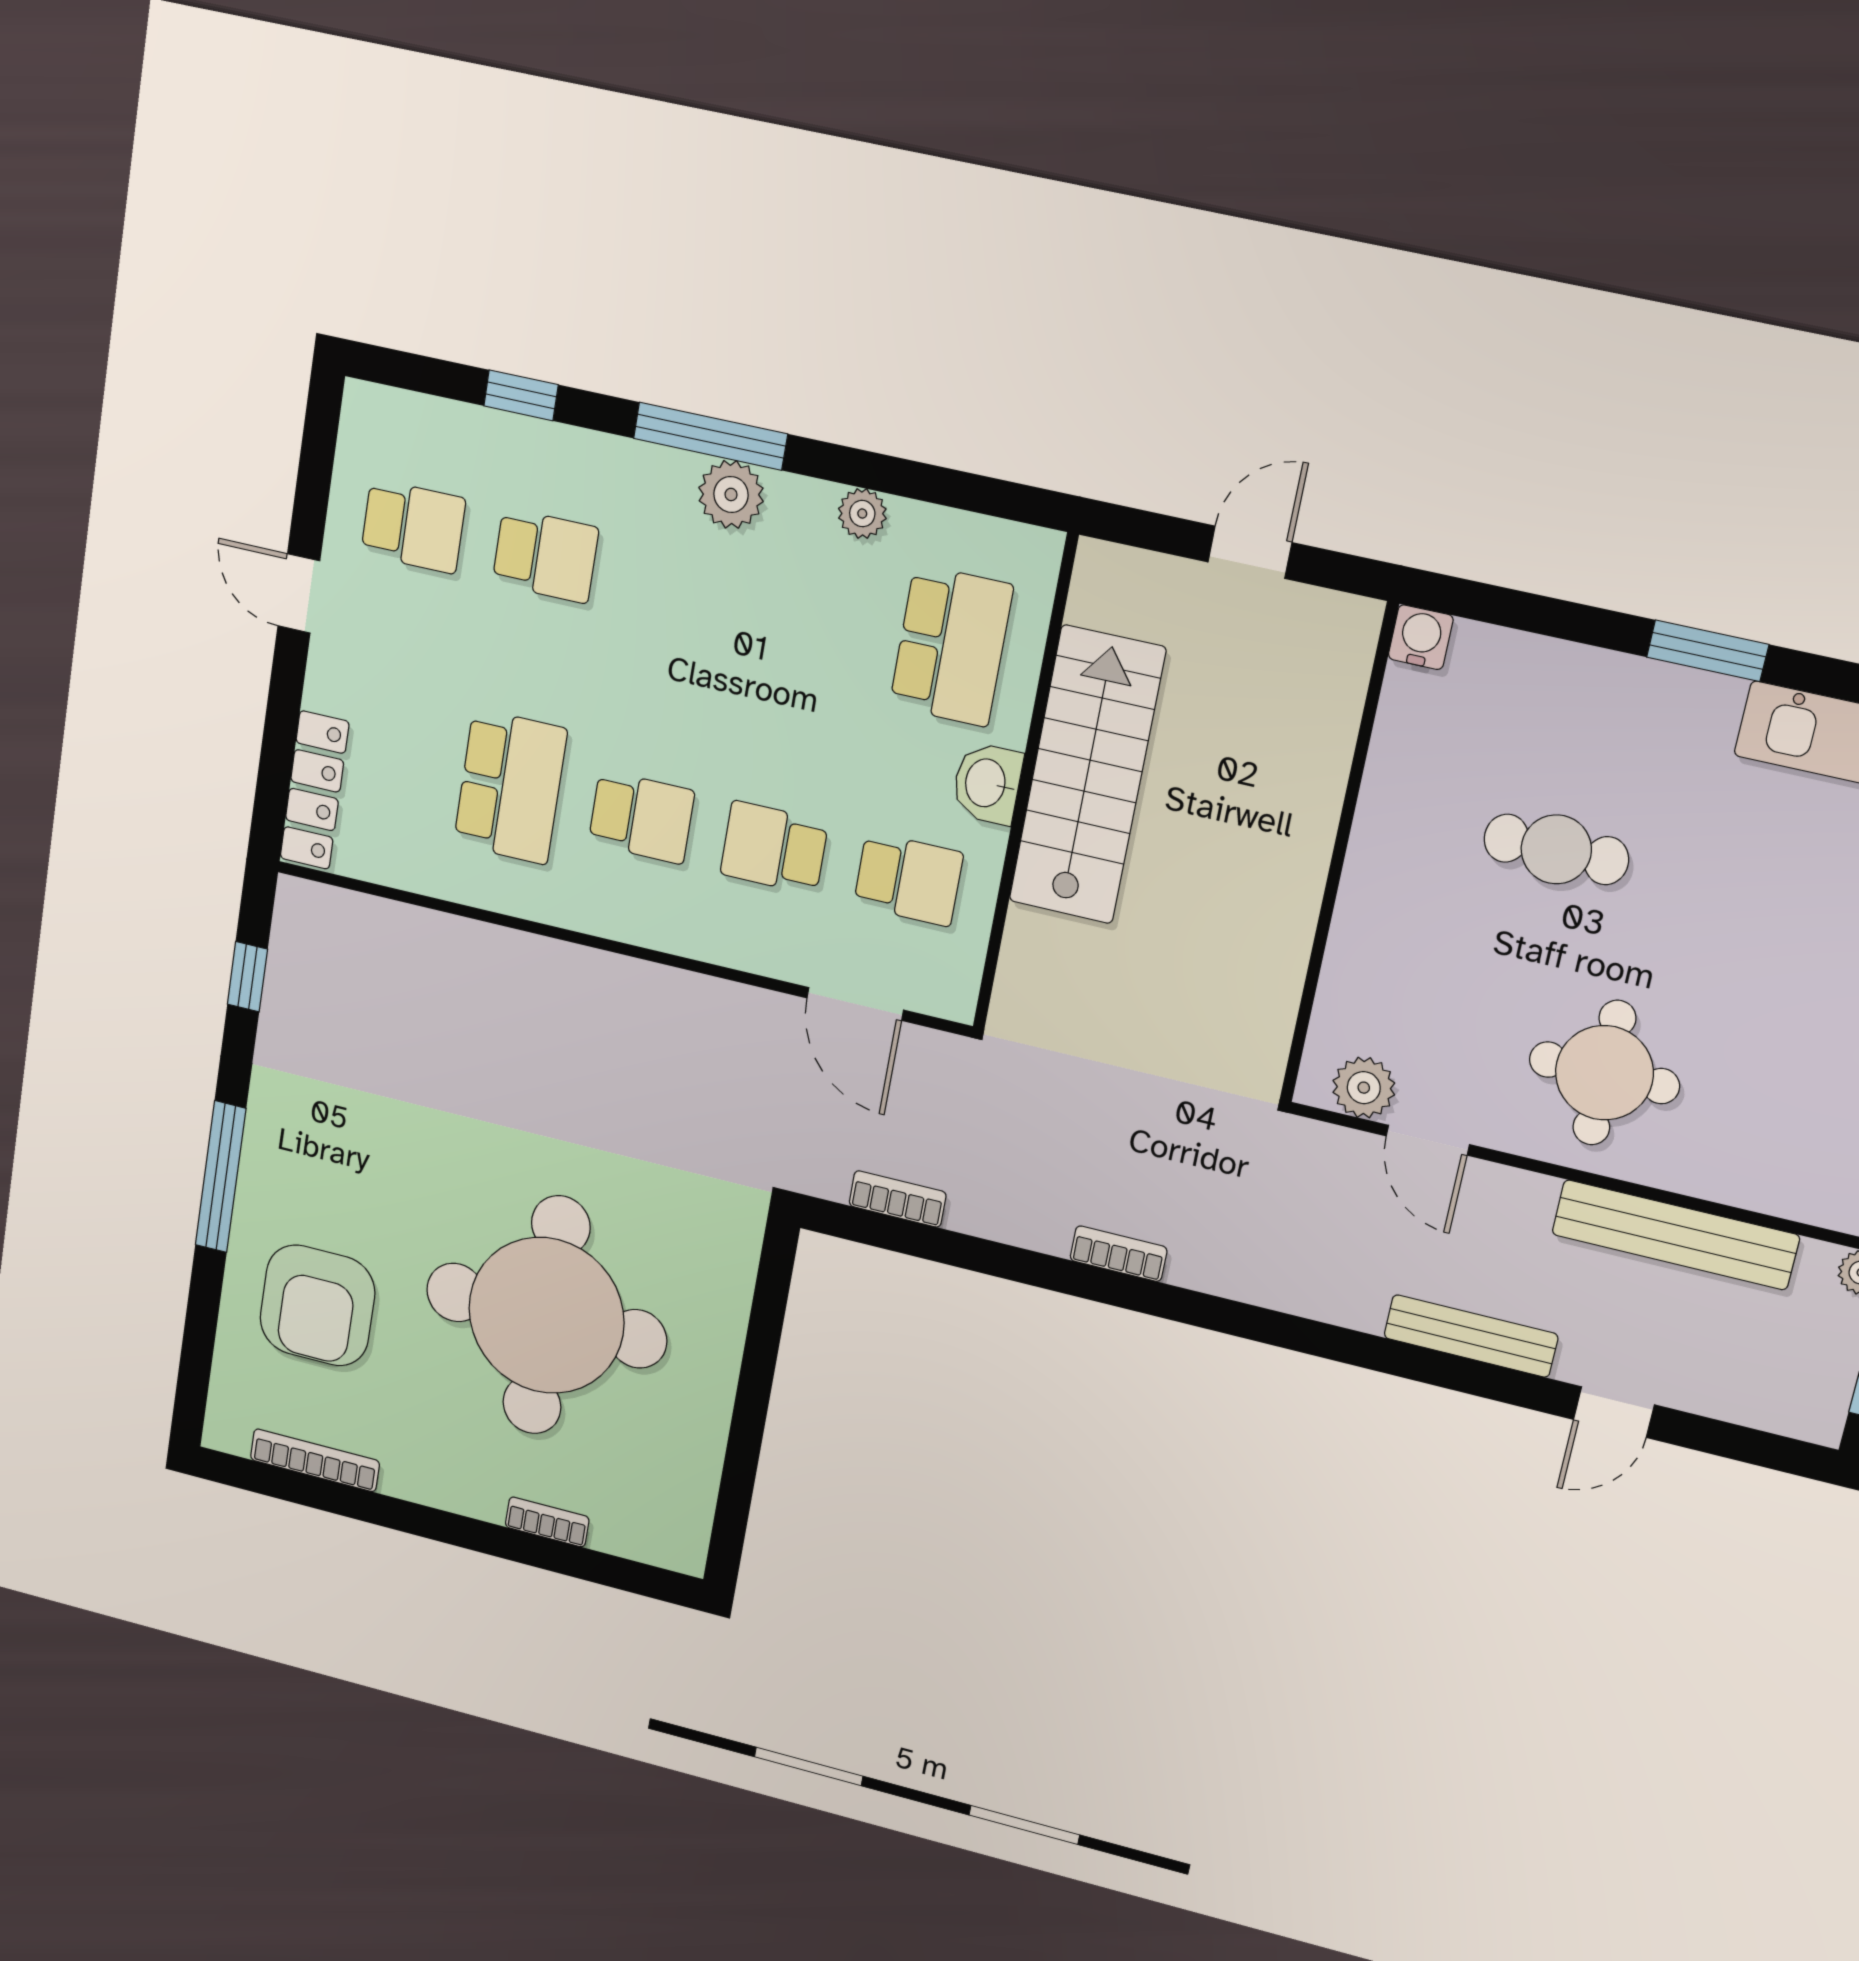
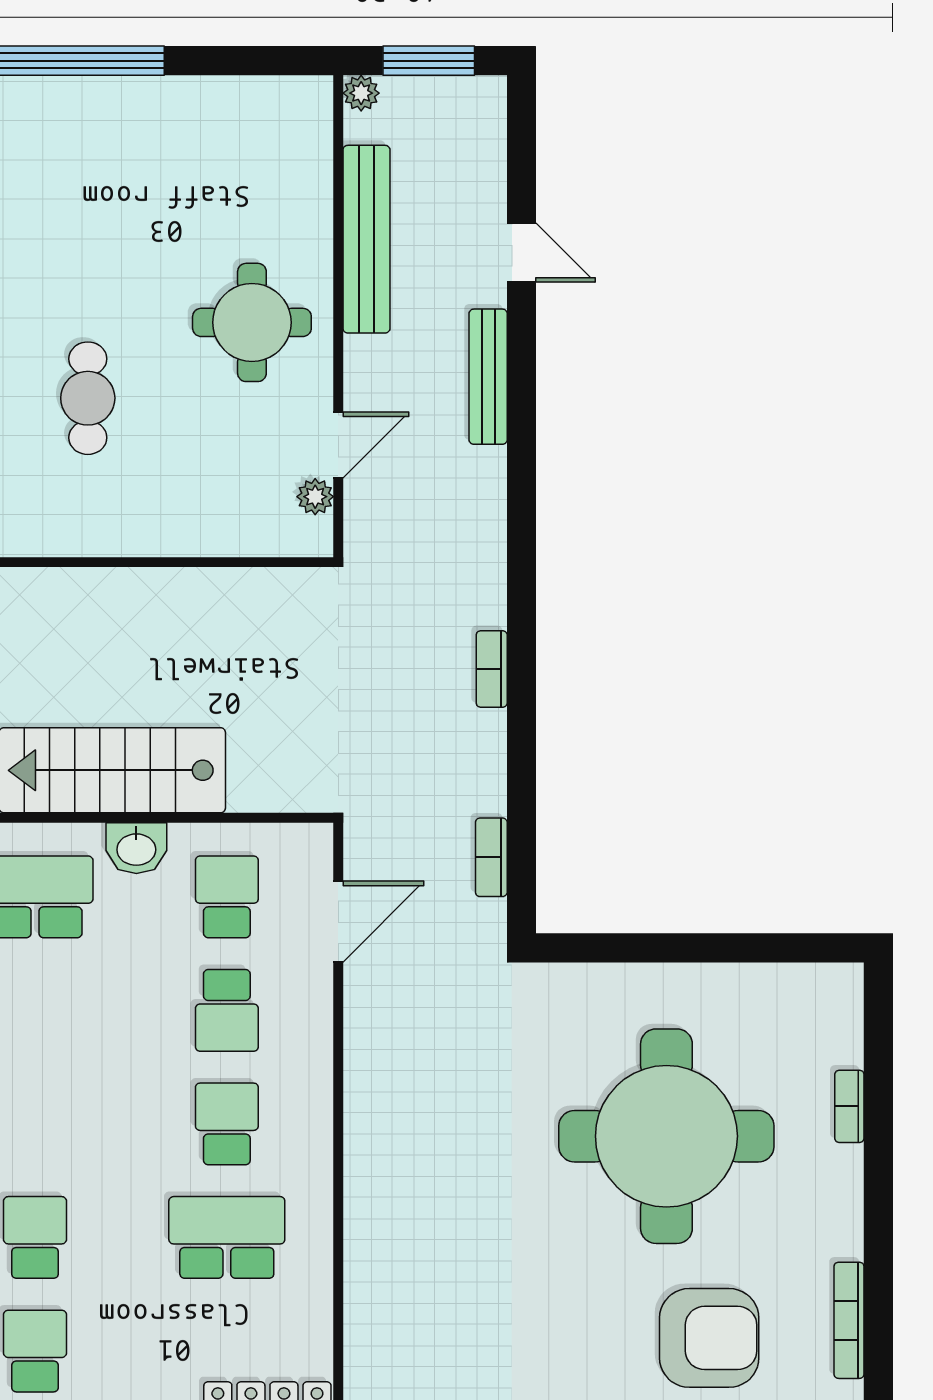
plant: (1364, 1088) -> (315, 497), width x0.73, depth x0.73

